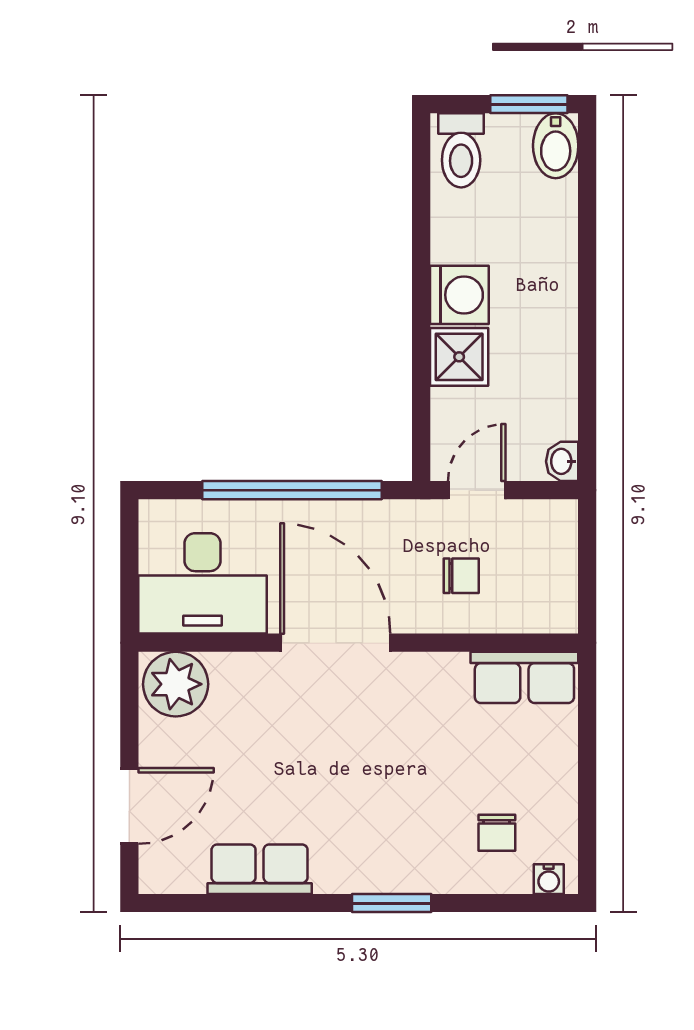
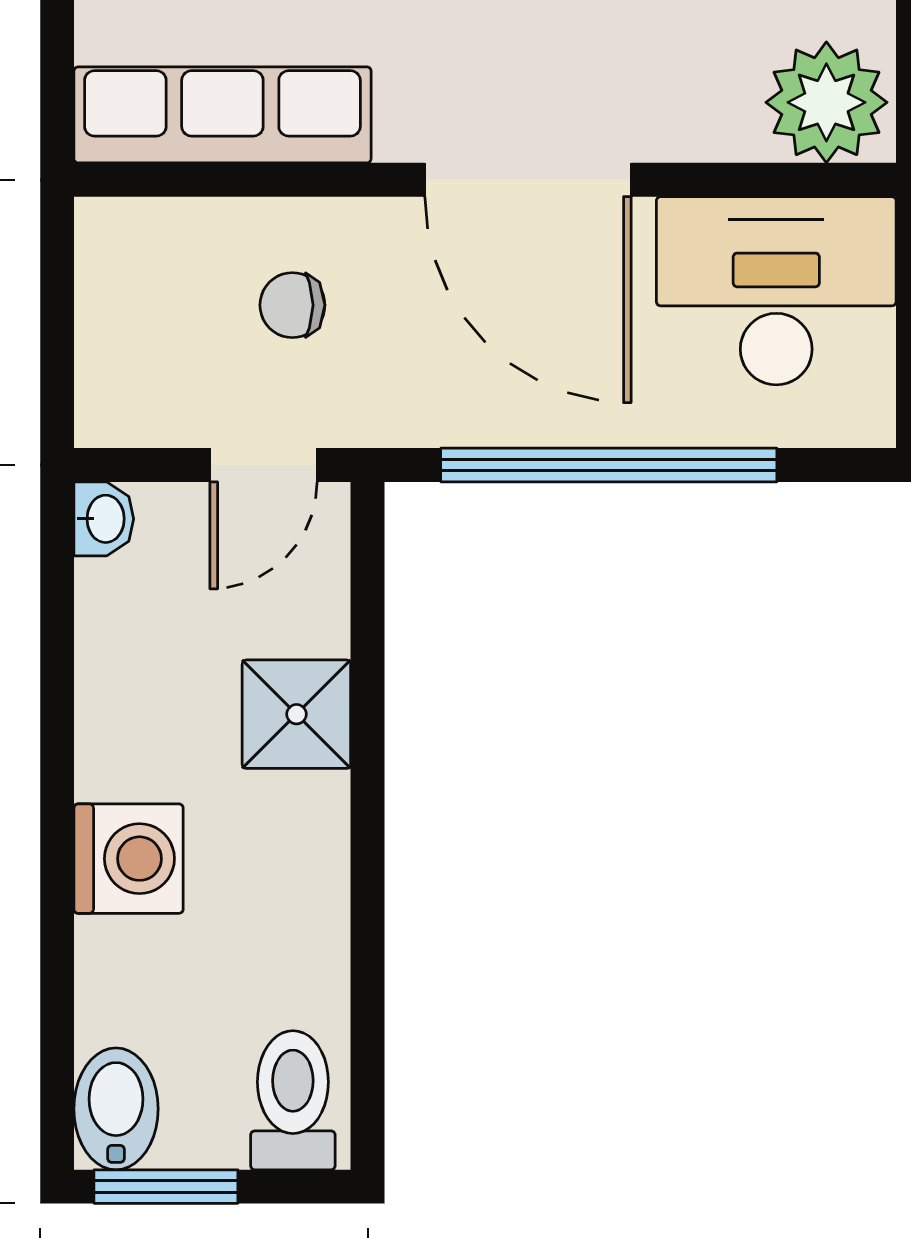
washing machine: (459, 295) -> (129, 859), moved, turned 180
row of seats: (524, 677) -> (222, 115), width x1.48

